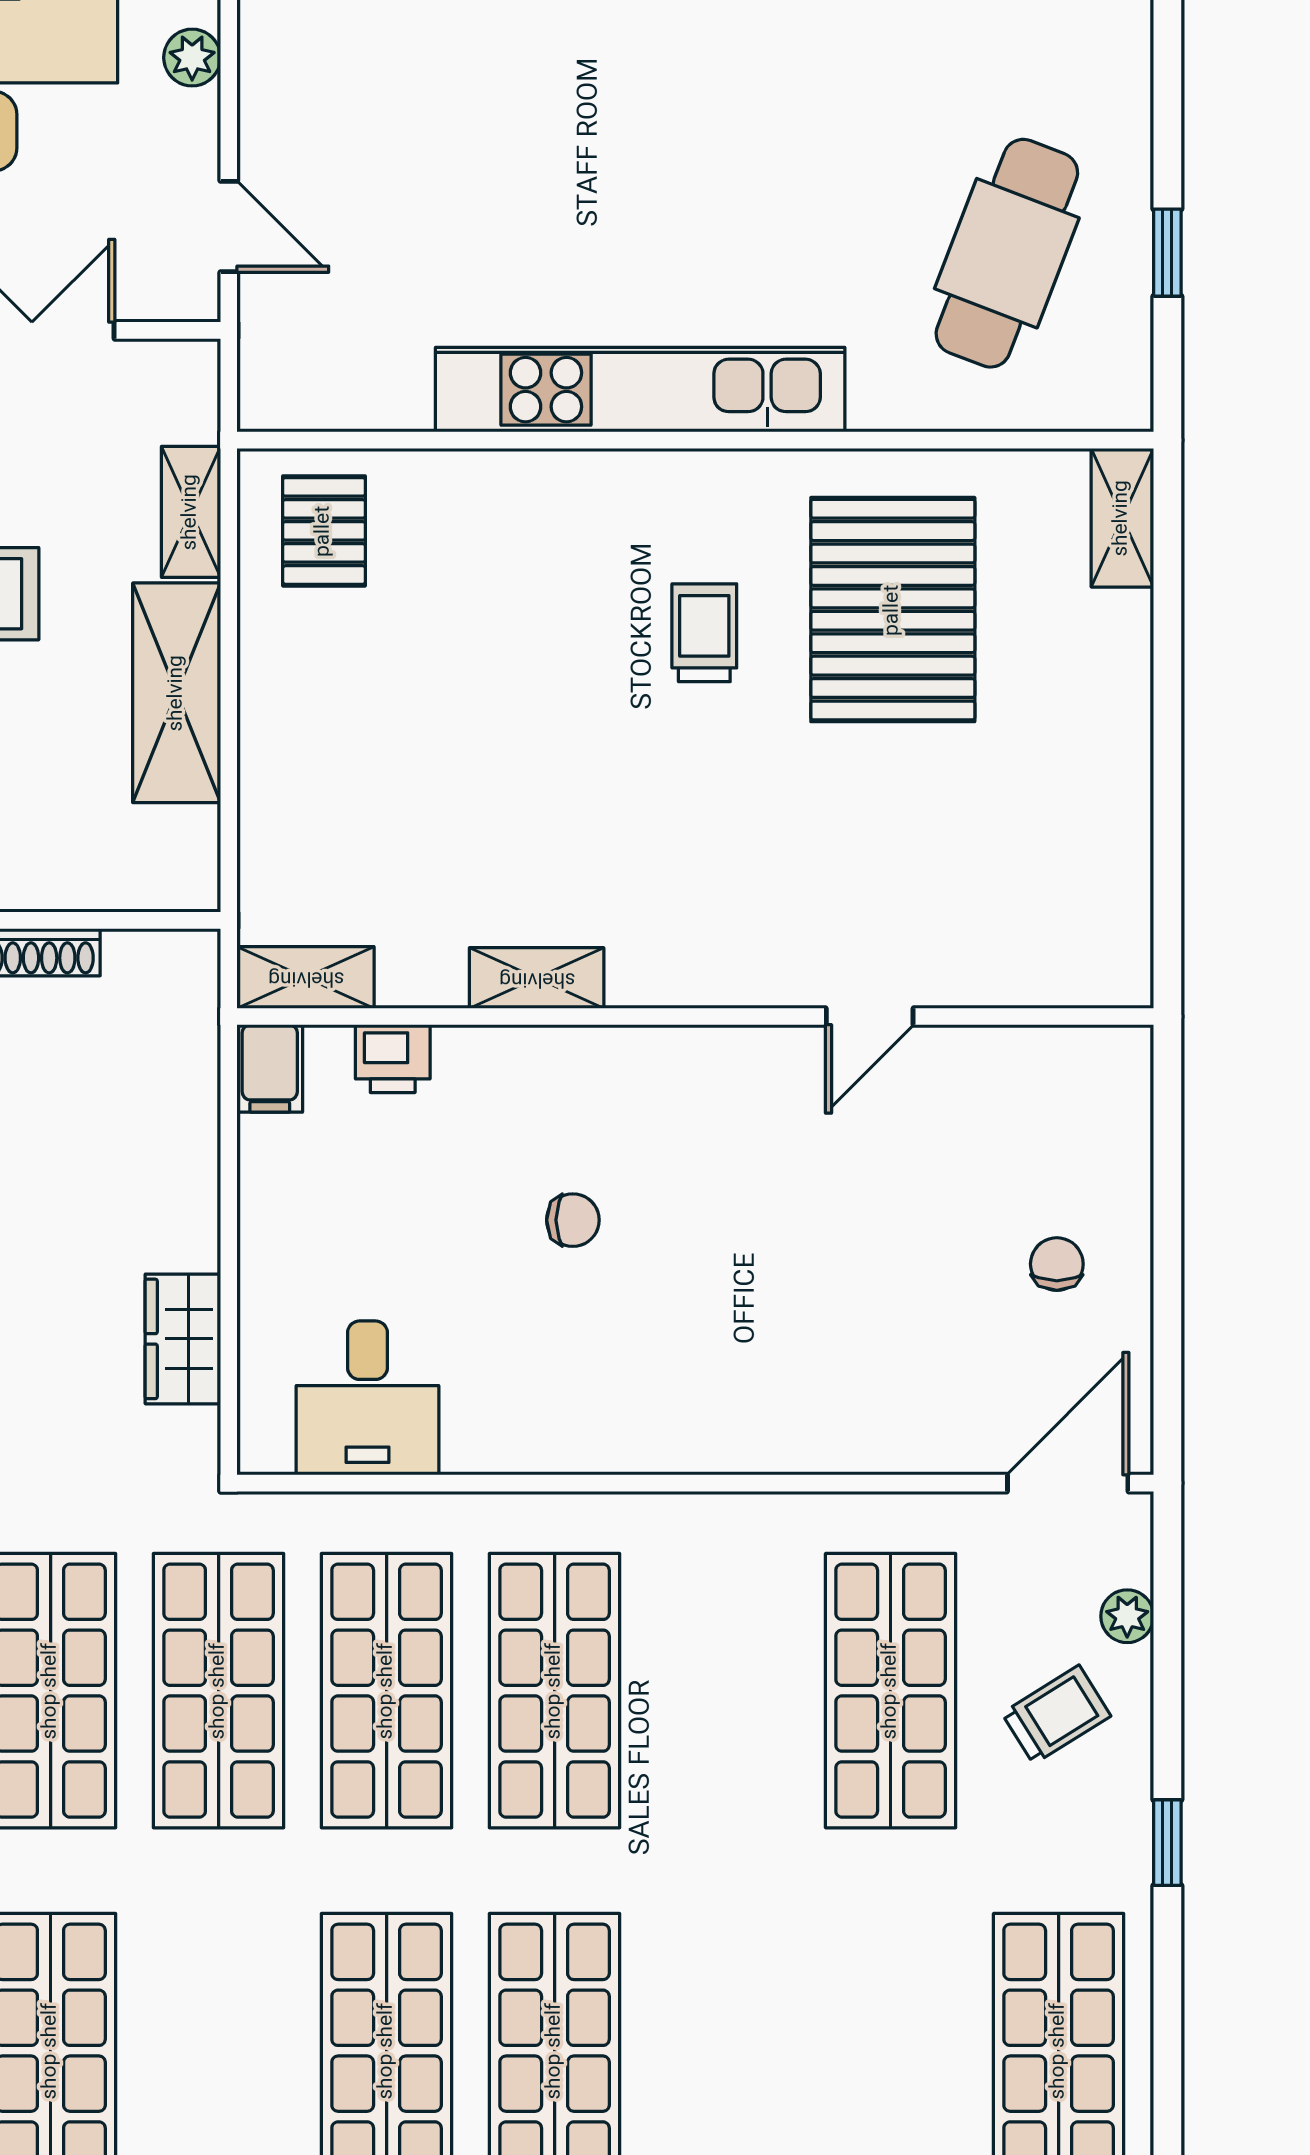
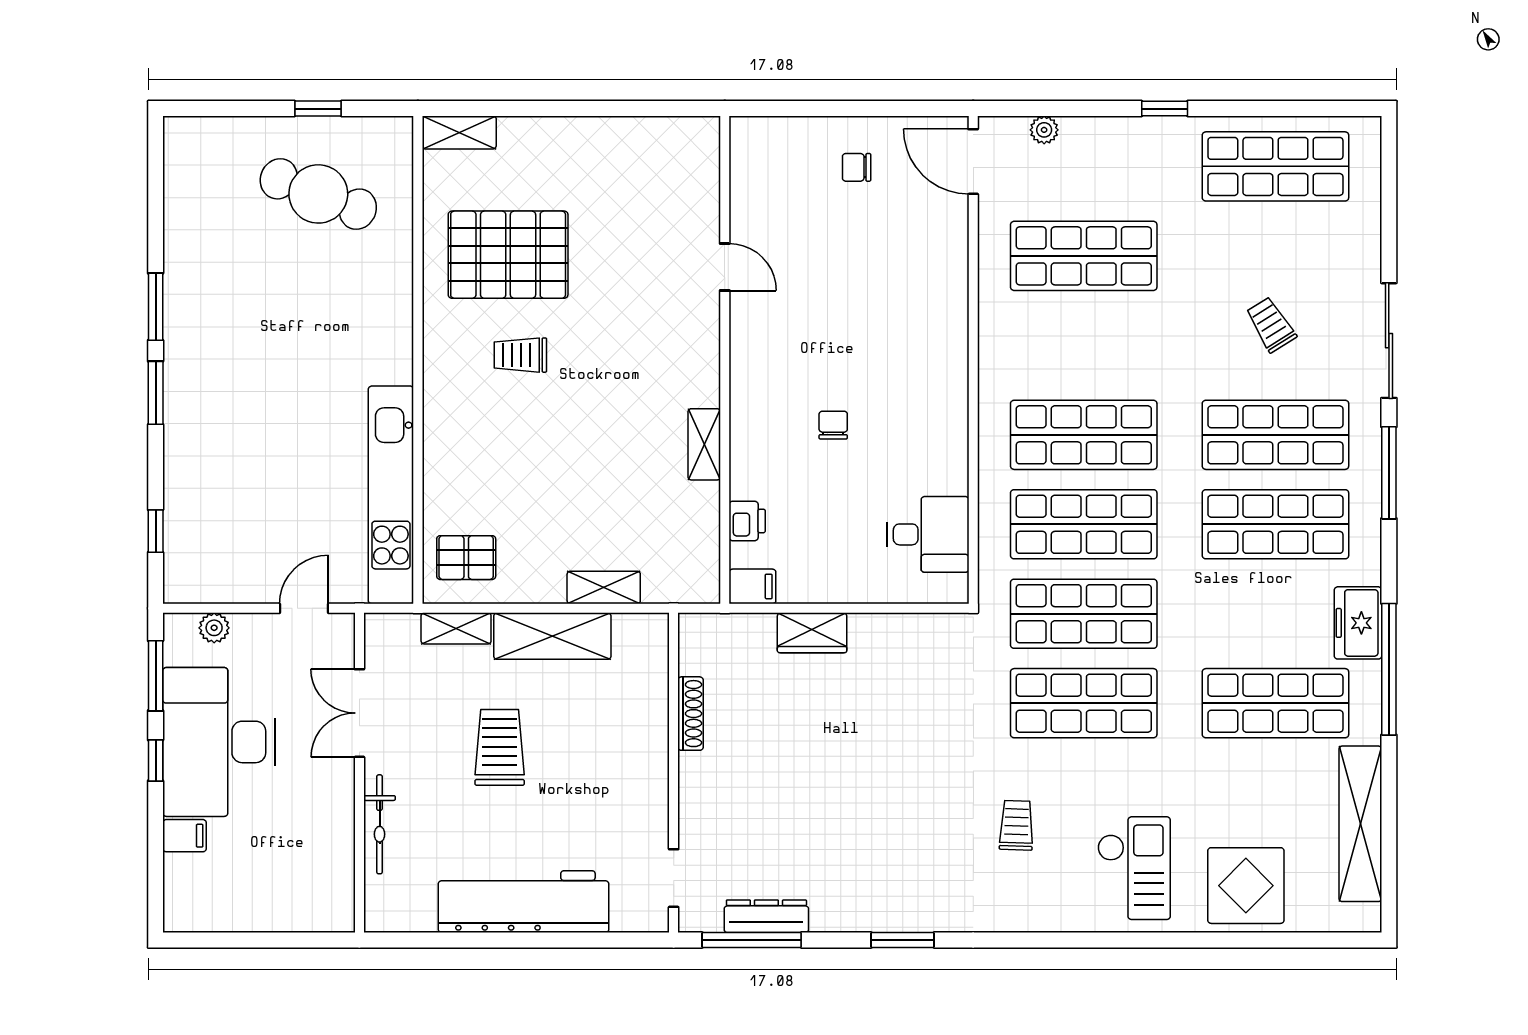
kitchen unit: (640, 390) -> (391, 495), moved
shelving: (306, 977) -> (604, 587), moved, turned 90
wardrobe: (183, 1339) -> (812, 633), moved
trolley: (1056, 1715) -> (1271, 325), moved

